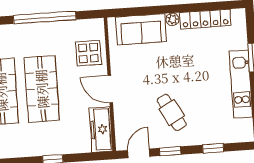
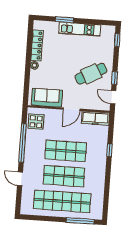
sofa: (141, 29) -> (47, 98), moved, turned -90
display table: (88, 53) -> (36, 122), moved
cafe table: (172, 112) -> (91, 74), width x1.37, depth x1.35
window: (213, 148) -> (117, 40), moved

